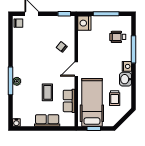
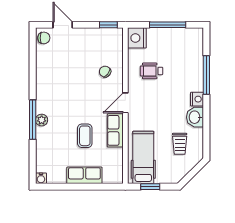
wheelchair: (118, 37) -> (151, 71), moved
row of seats: (69, 101) -> (115, 130), moved
hospital bed: (92, 102) -> (143, 157), width x0.73, depth x0.78

